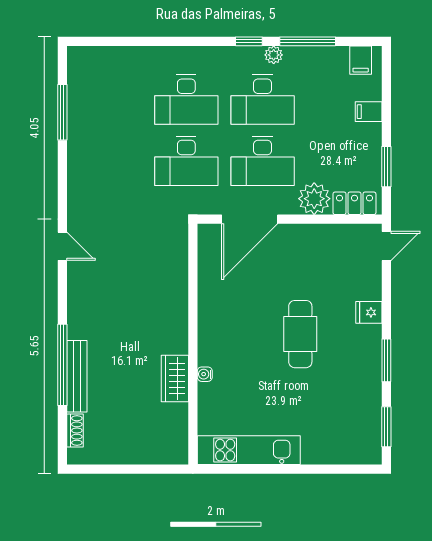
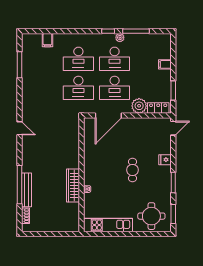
filing cabinet: (361, 60) -> (47, 40), moved
cafe table: (300, 334) -> (132, 170), width x0.73, depth x0.74
wardrobe: (175, 379) -> (73, 186), width x1.50
round table: (340, 431) -> (151, 216), added

